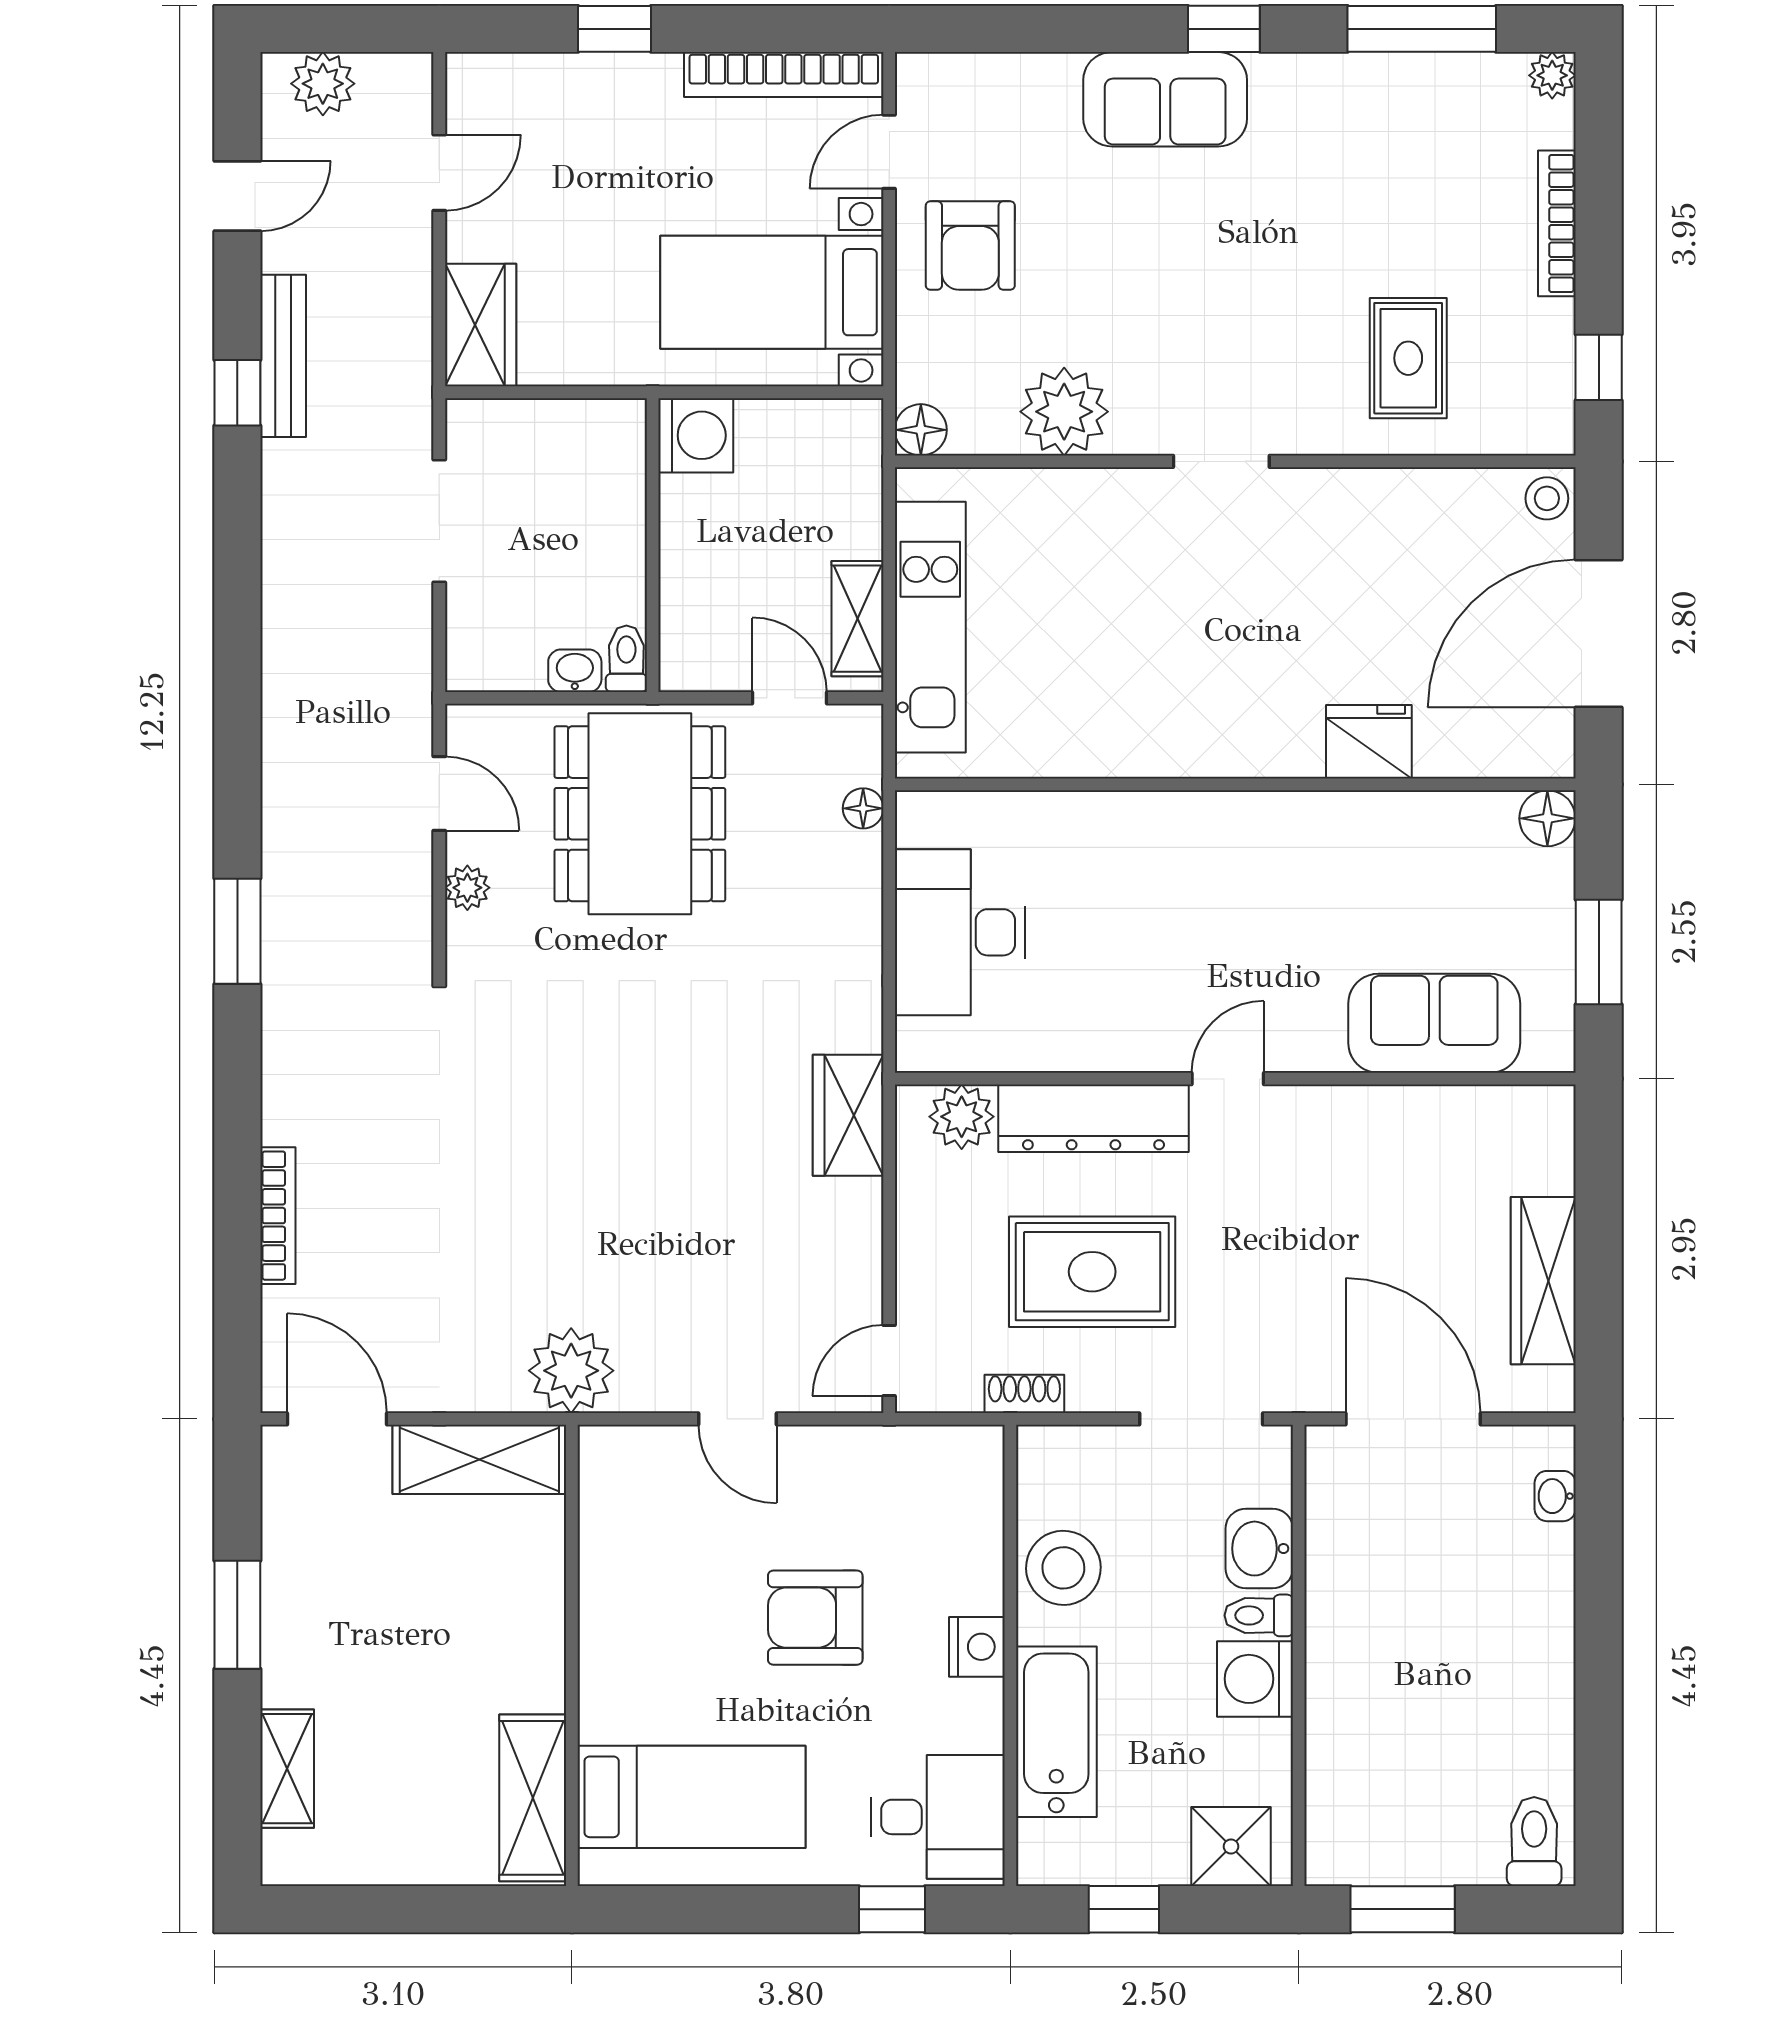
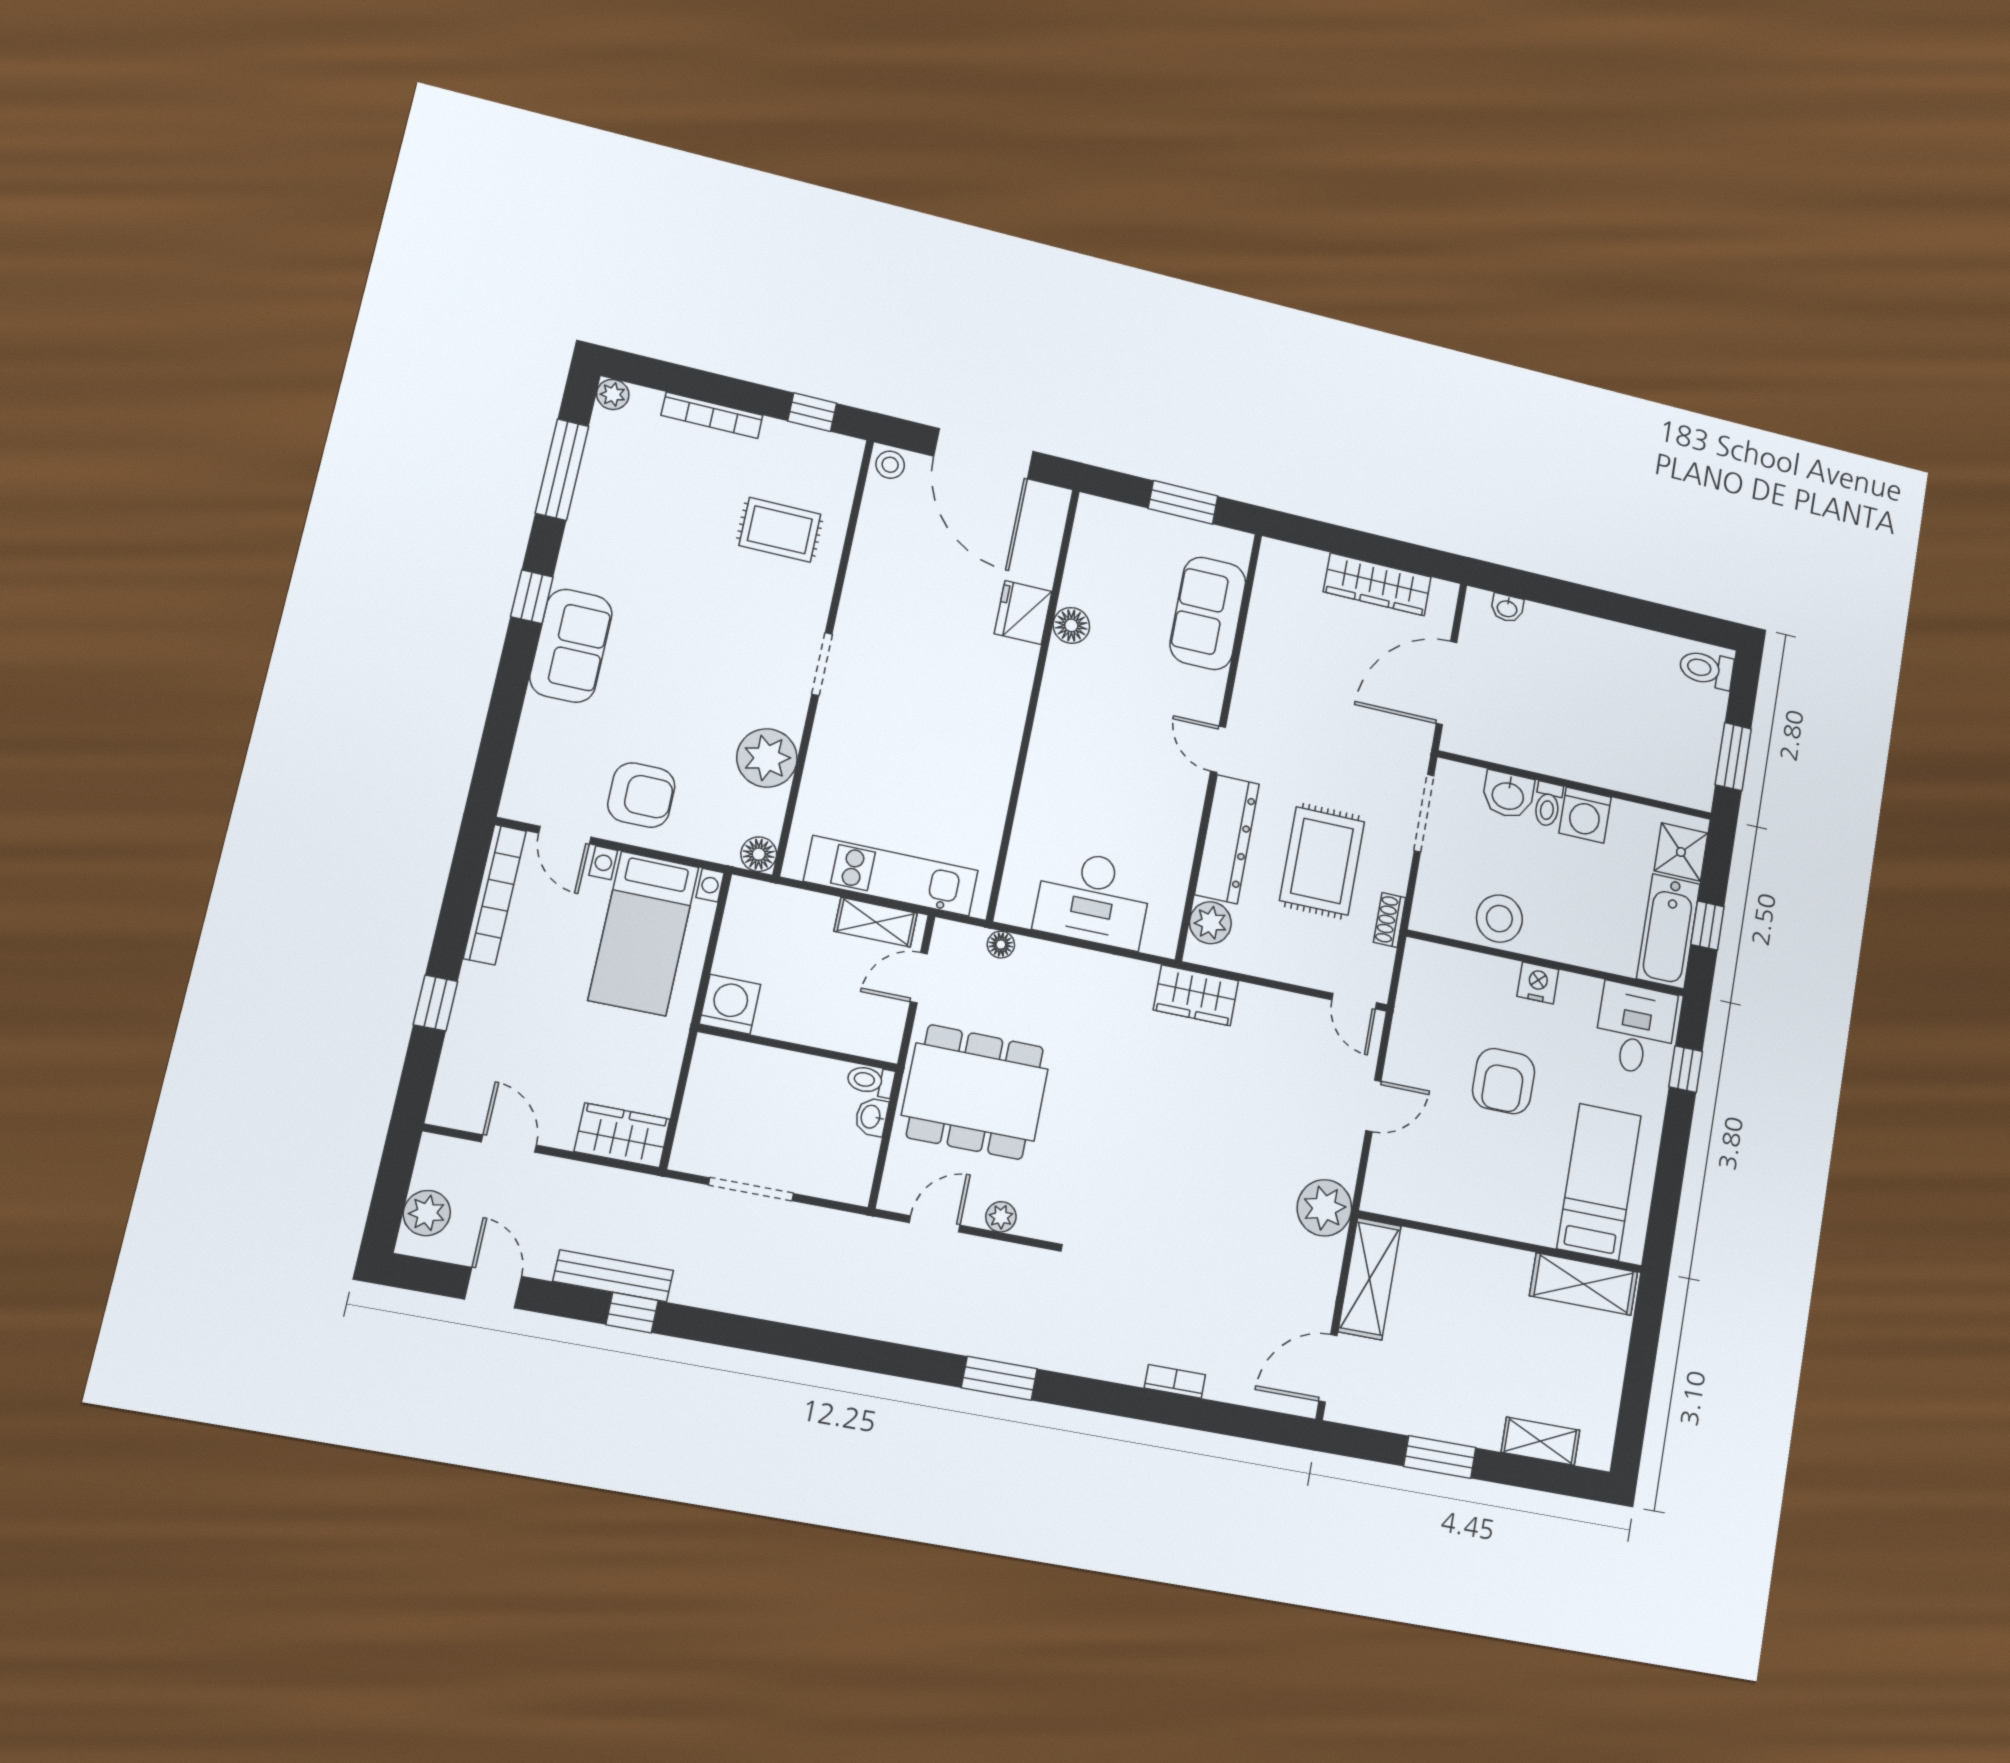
floor lamp: (1547, 818) -> (1071, 625), moved
bookcase: (278, 1216) -> (1175, 1381), width x0.64
bathtub: (1056, 1732) -> (1668, 931), moved, turned -90

